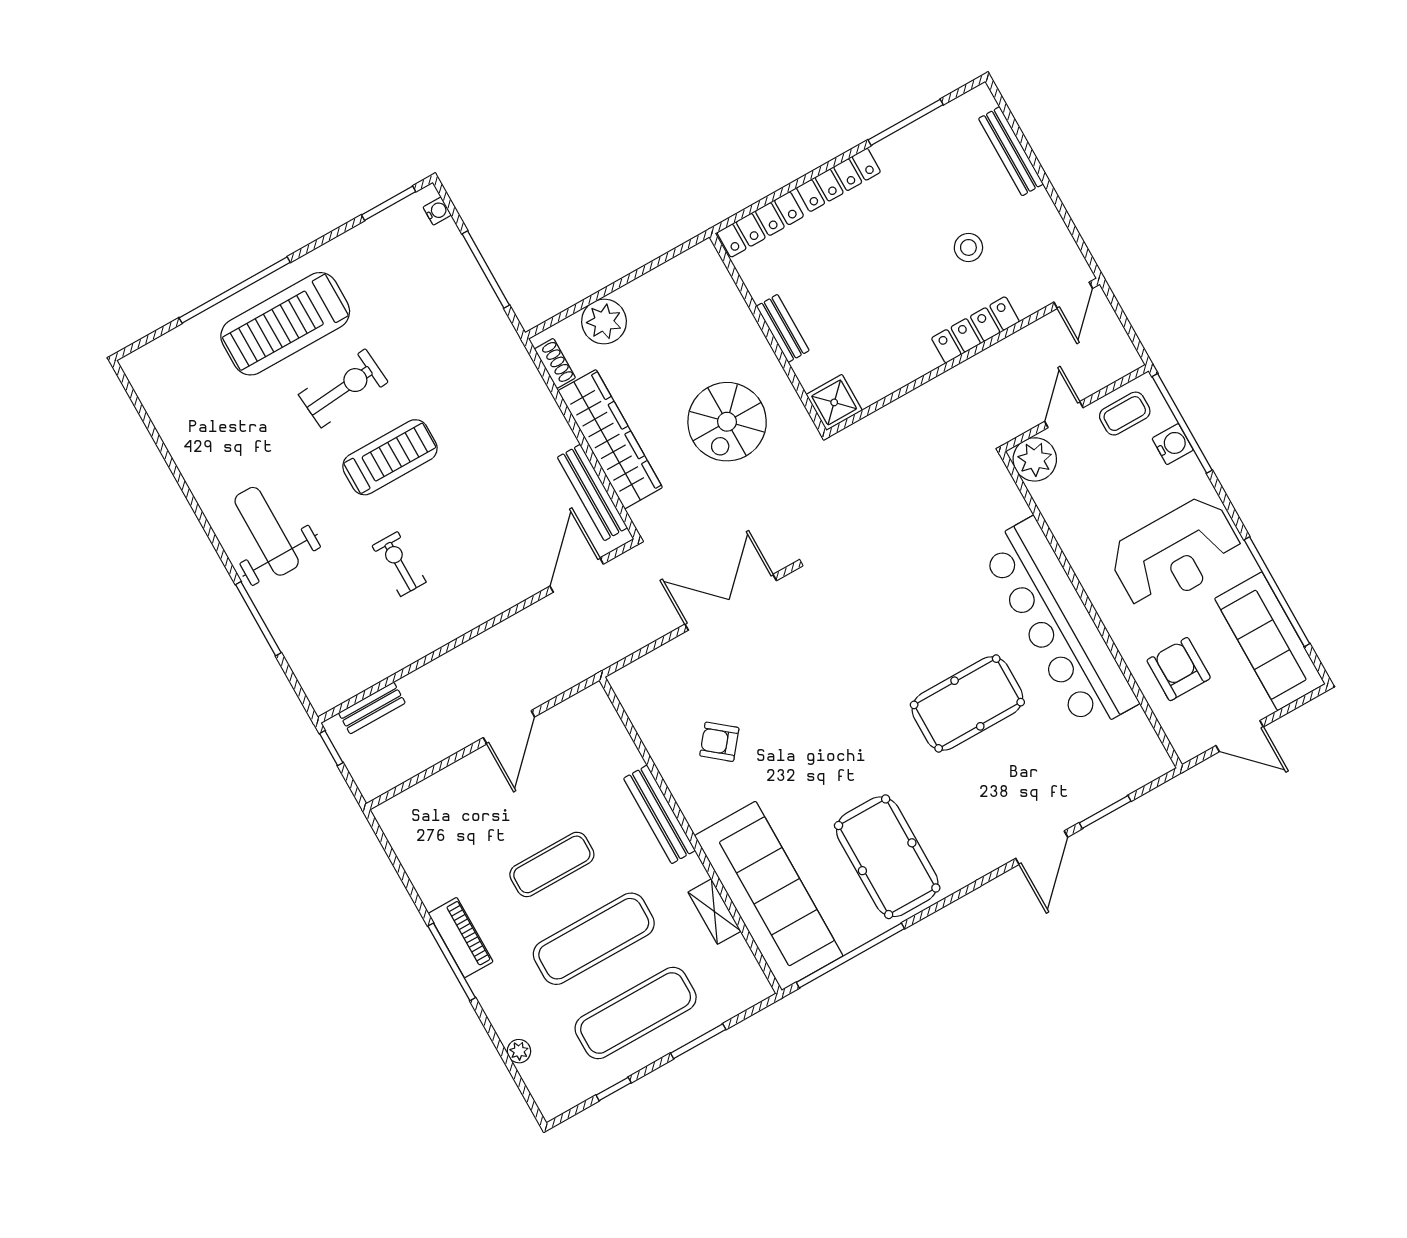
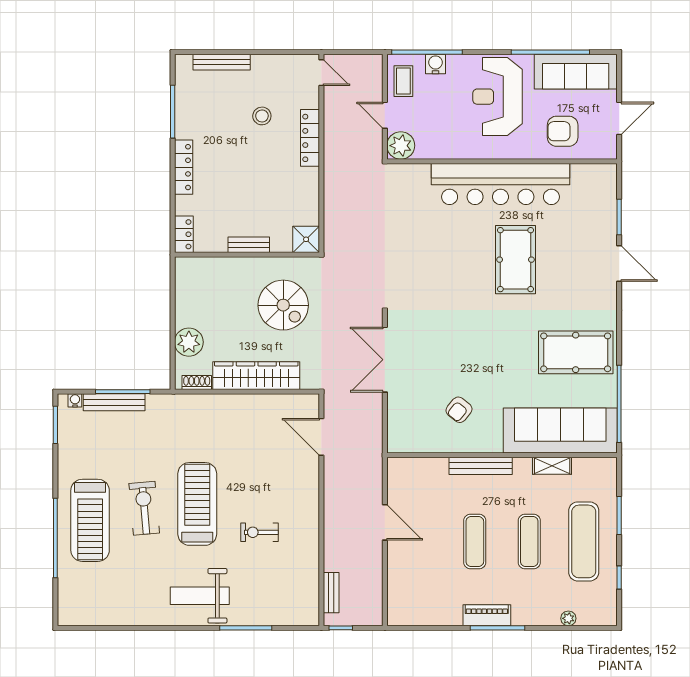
locker: (760, 224) -> (184, 234), width x0.66
treadmill: (390, 457) -> (197, 504), width x1.37, depth x1.38
bench: (592, 492) -> (114, 402), moved
reception desk: (1176, 554) -> (497, 97), turned 180
exercise mat: (594, 939) -> (529, 541), width x0.73, depth x0.69

